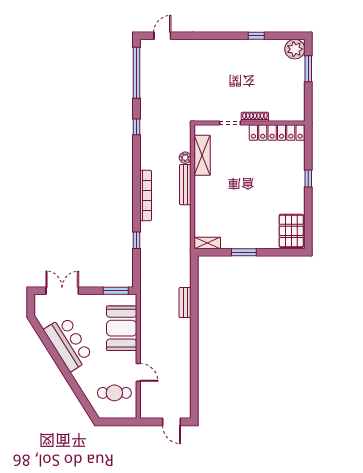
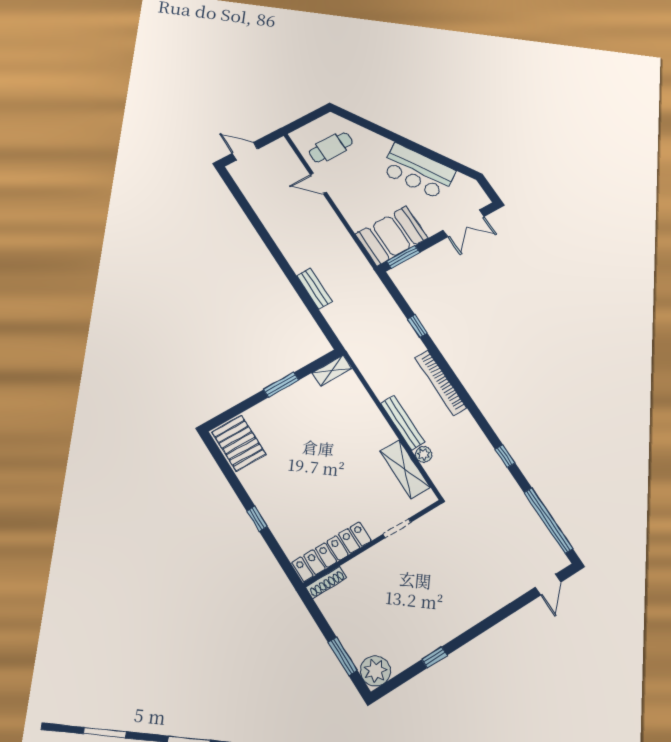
shoe rack: (255, 117) -> (326, 582), moved
booth: (122, 328) -> (391, 236), moved, turned 90

